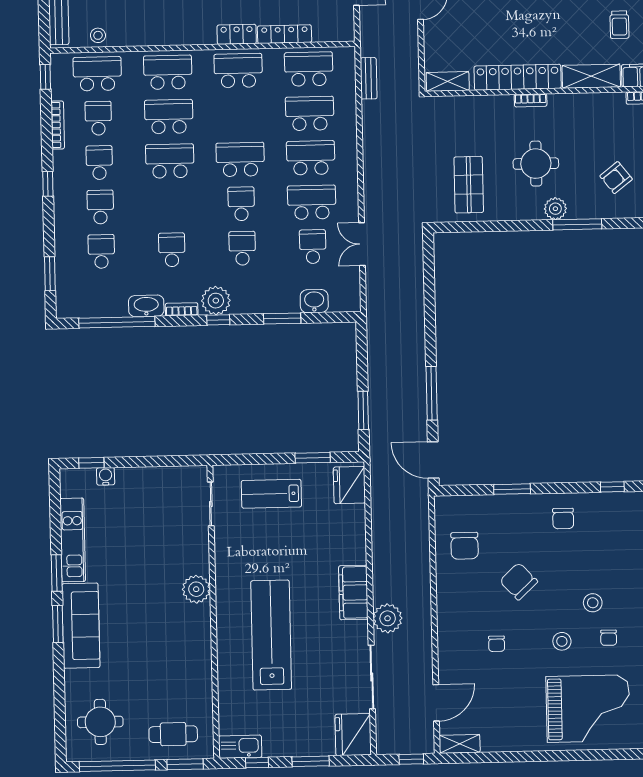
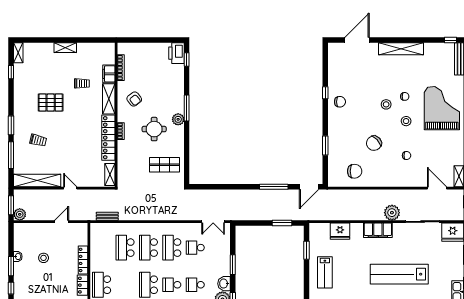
school desk: (309, 69) -> (102, 248), removed
armchair: (616, 178) -> (134, 99), moved
double door: (362, 244) -> (213, 222), moved
washbasin: (314, 301) -> (224, 284), moved
fridge: (349, 485) -> (340, 231), moved
chair: (563, 519) -> (340, 102), moved

